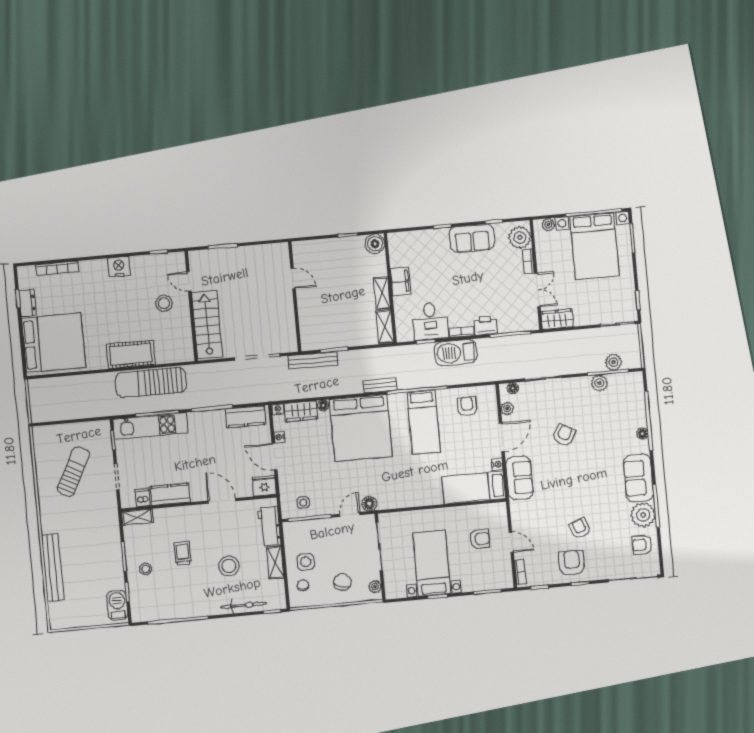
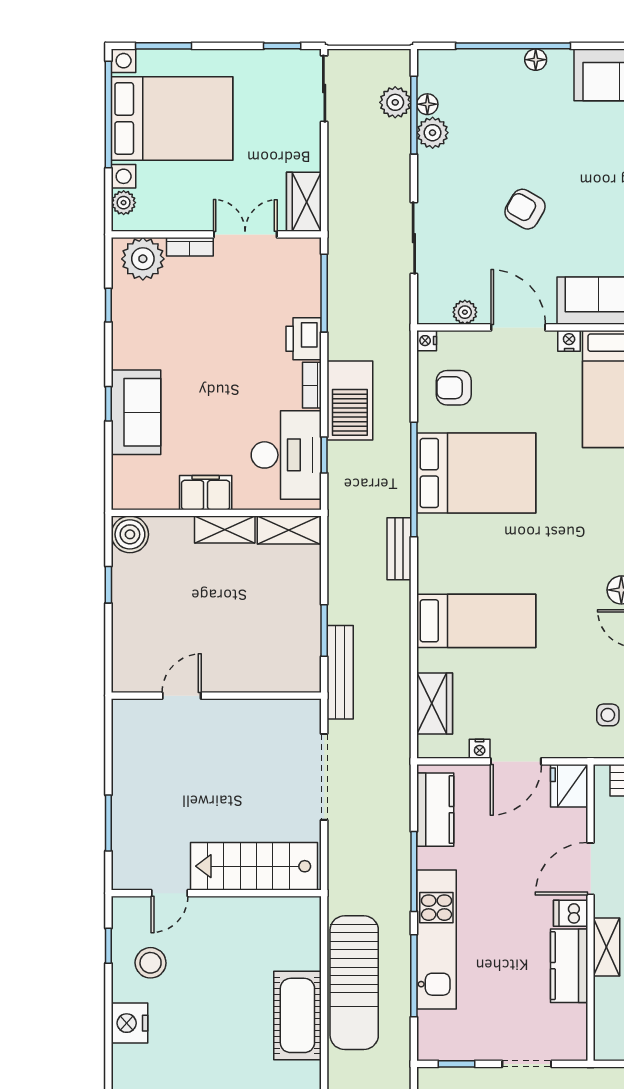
sofa: (472, 238) -> (136, 412), moved
stool: (164, 303) -> (151, 963), moved
desk: (430, 321) -> (286, 455), width x1.37
floor lamp: (513, 388) -> (427, 104), moved
floor lamp: (323, 405) -> (427, 660), removed
nightstand: (278, 409) -> (427, 341), moved
bed: (424, 422) -> (476, 473), width x1.50
kitchen unit: (150, 426) -> (436, 940), moved
bed: (361, 428) -> (476, 621), width x0.49
dishwasher: (143, 498) -> (571, 913), moved
shelving: (137, 517) -> (607, 947), moved

